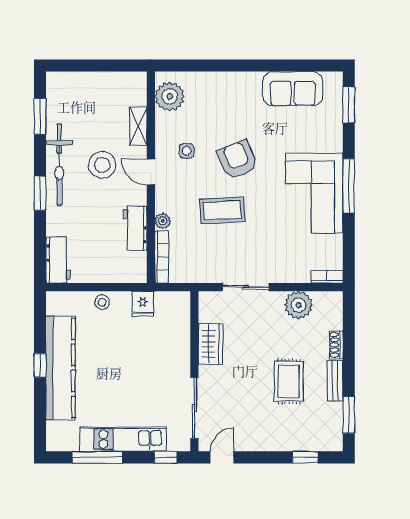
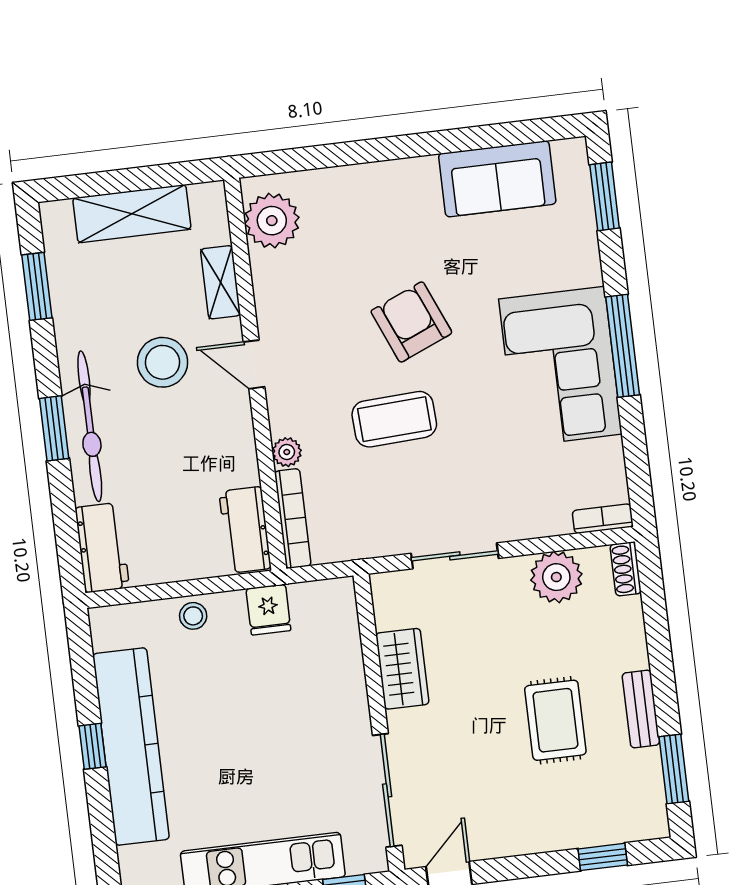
shelving: (95, 84) -> (132, 214), added
side table: (187, 151) -> (315, 317), removed
bicycle: (59, 165) -> (90, 426), moved
workbench: (135, 228) -> (245, 530), moved
shoe rack: (336, 345) -> (626, 569), moved

